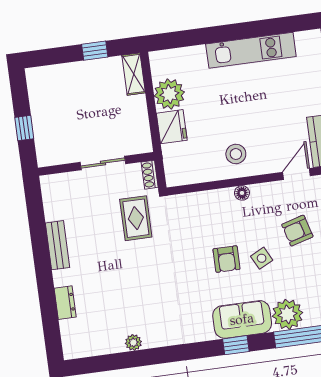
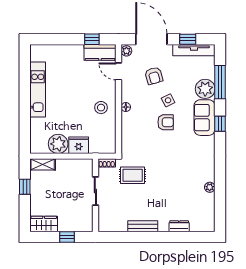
wardrobe: (40, 88) -> (44, 224), added

